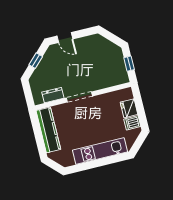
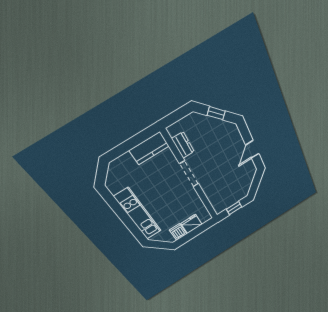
door: (65, 38) -> (252, 149), moved
kitchen counter: (48, 130) -> (149, 148), width x0.67

